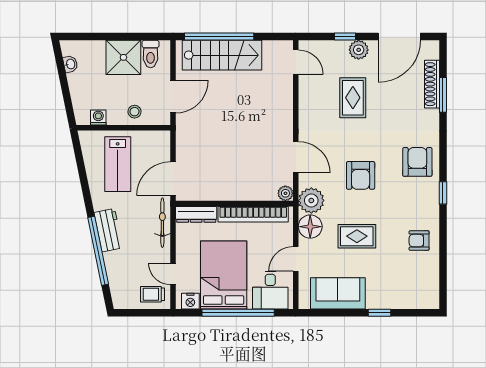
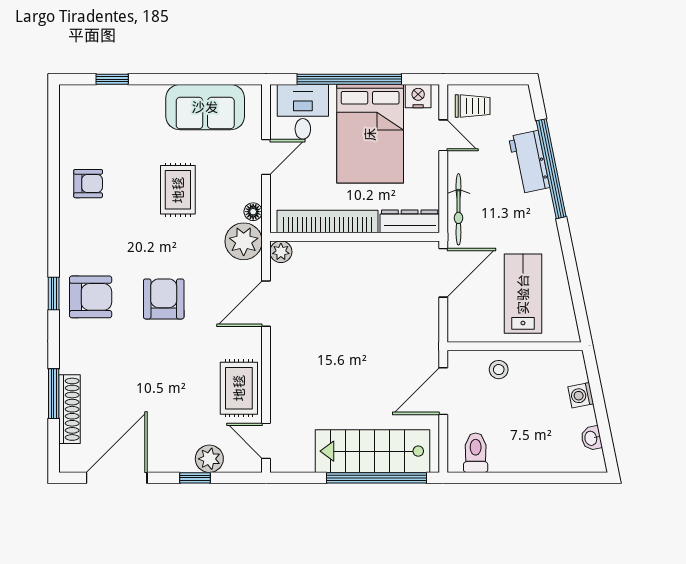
plant: (359, 50) -> (209, 459), moved
shower: (123, 57) -> (515, 448), removed
rug: (353, 98) -> (239, 388), moved
washing machine: (98, 117) -> (581, 395), moved, turned 78
door: (296, 157) -> (266, 304), hinge flipped
armchair: (417, 162) -> (91, 297), turned -90
armchair: (361, 175) -> (164, 299), moved
window: (443, 193) -> (54, 294), moved
floor lamp: (310, 227) -> (253, 212), width x0.53, depth x0.53
workbench: (108, 230) -> (529, 162), moved
rug: (357, 236) -> (178, 190), turned 90
window: (379, 313) -> (112, 79), moved

